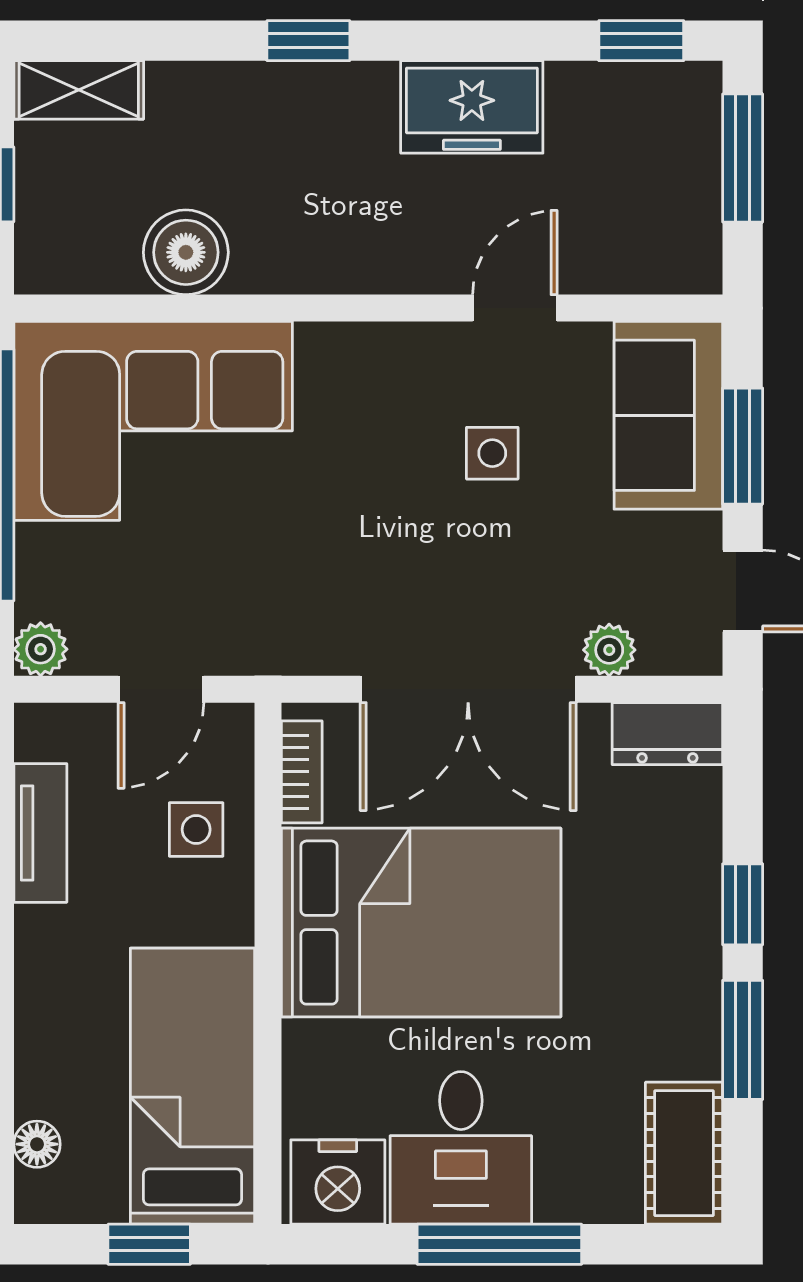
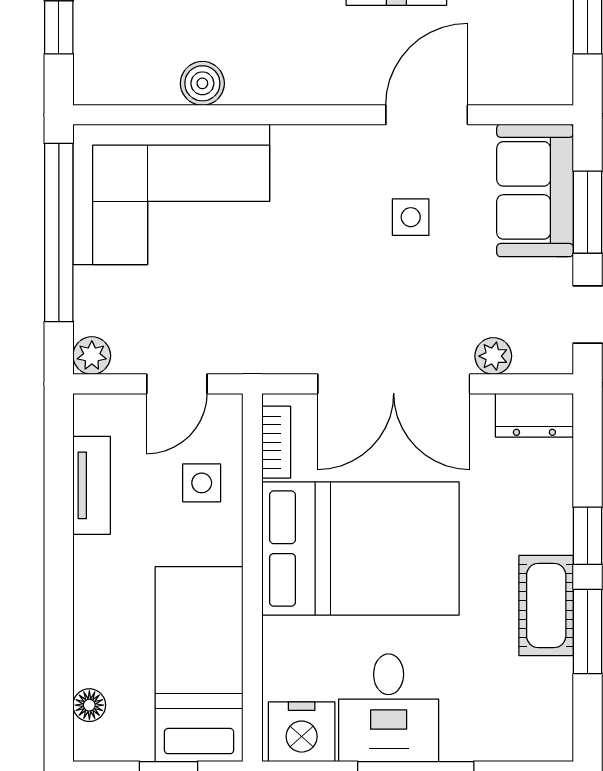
boiler: (186, 252) -> (202, 83), width x0.73, depth x0.73
door: (515, 308) -> (427, 115), width x1.38
cot: (684, 1153) -> (546, 606), moved

